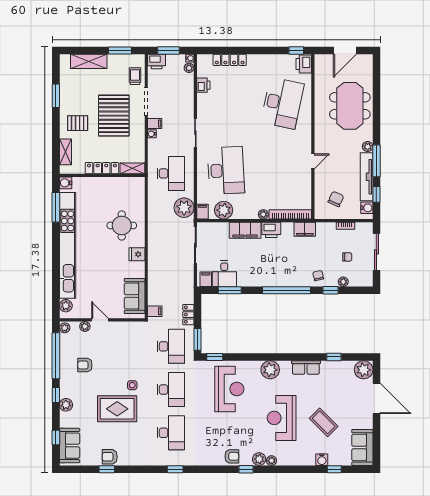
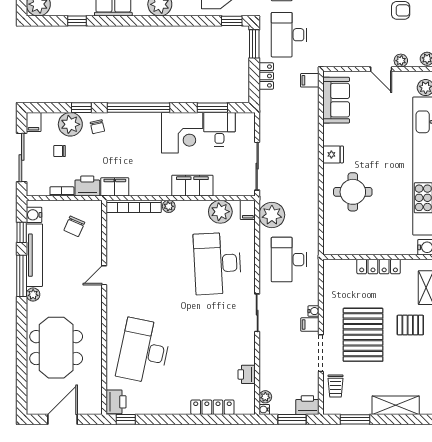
shelving: (132, 168) -> (339, 266), removed
printer: (271, 230) -> (87, 186), moved
corner desk: (253, 271) -> (182, 133), added
filing cabinet: (206, 279) -> (34, 122), moved
plant: (343, 282) -> (70, 124), width x1.88, depth x1.88

